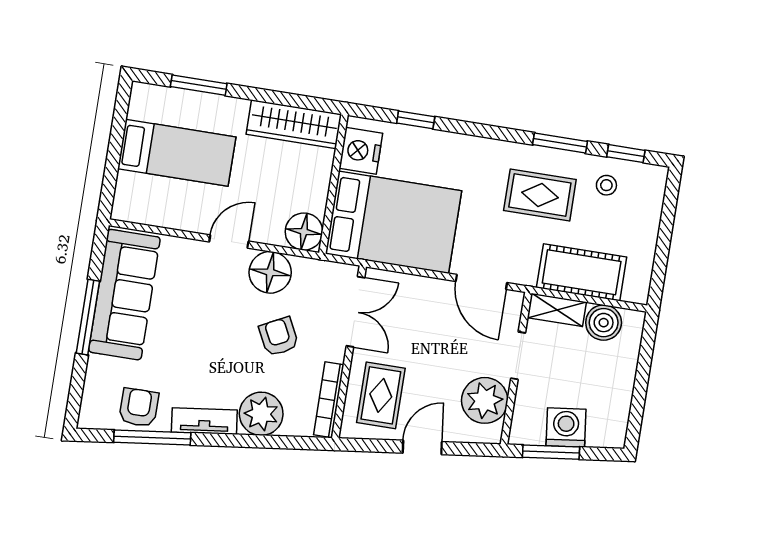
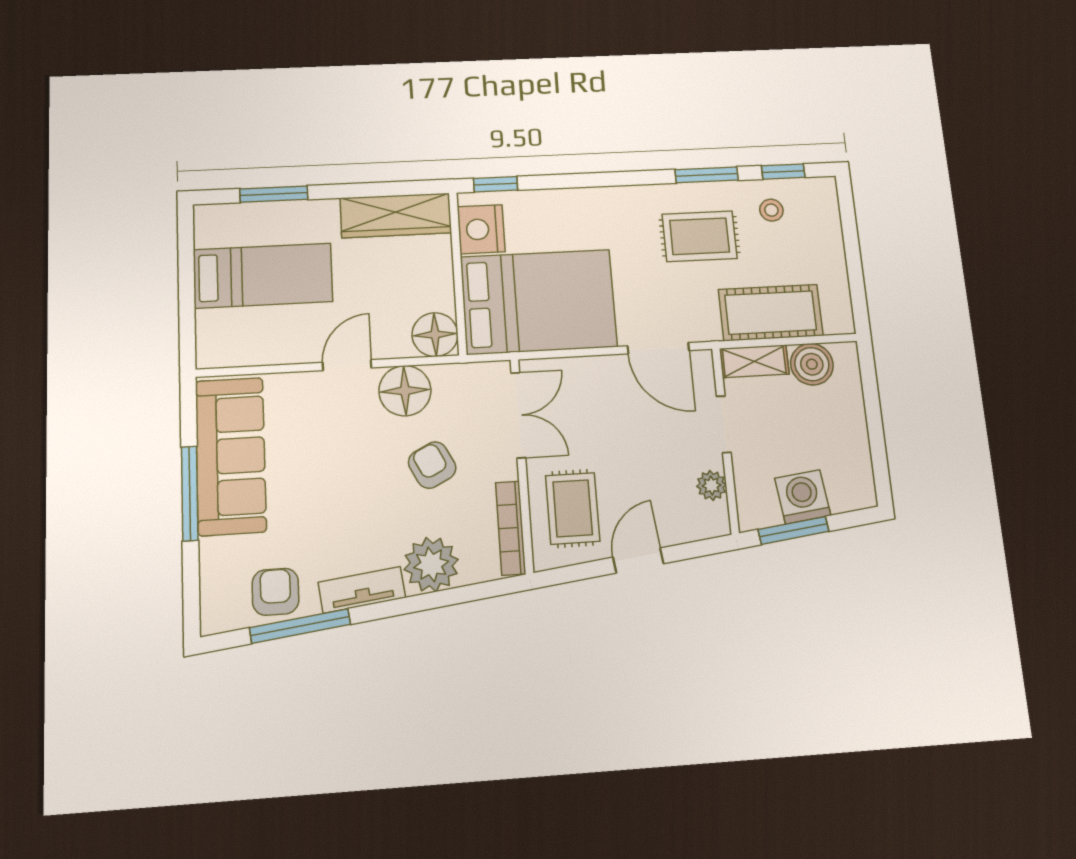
window: (416, 120) -> (496, 184), moved
plant: (485, 400) -> (711, 485), width x0.53, depth x0.53

